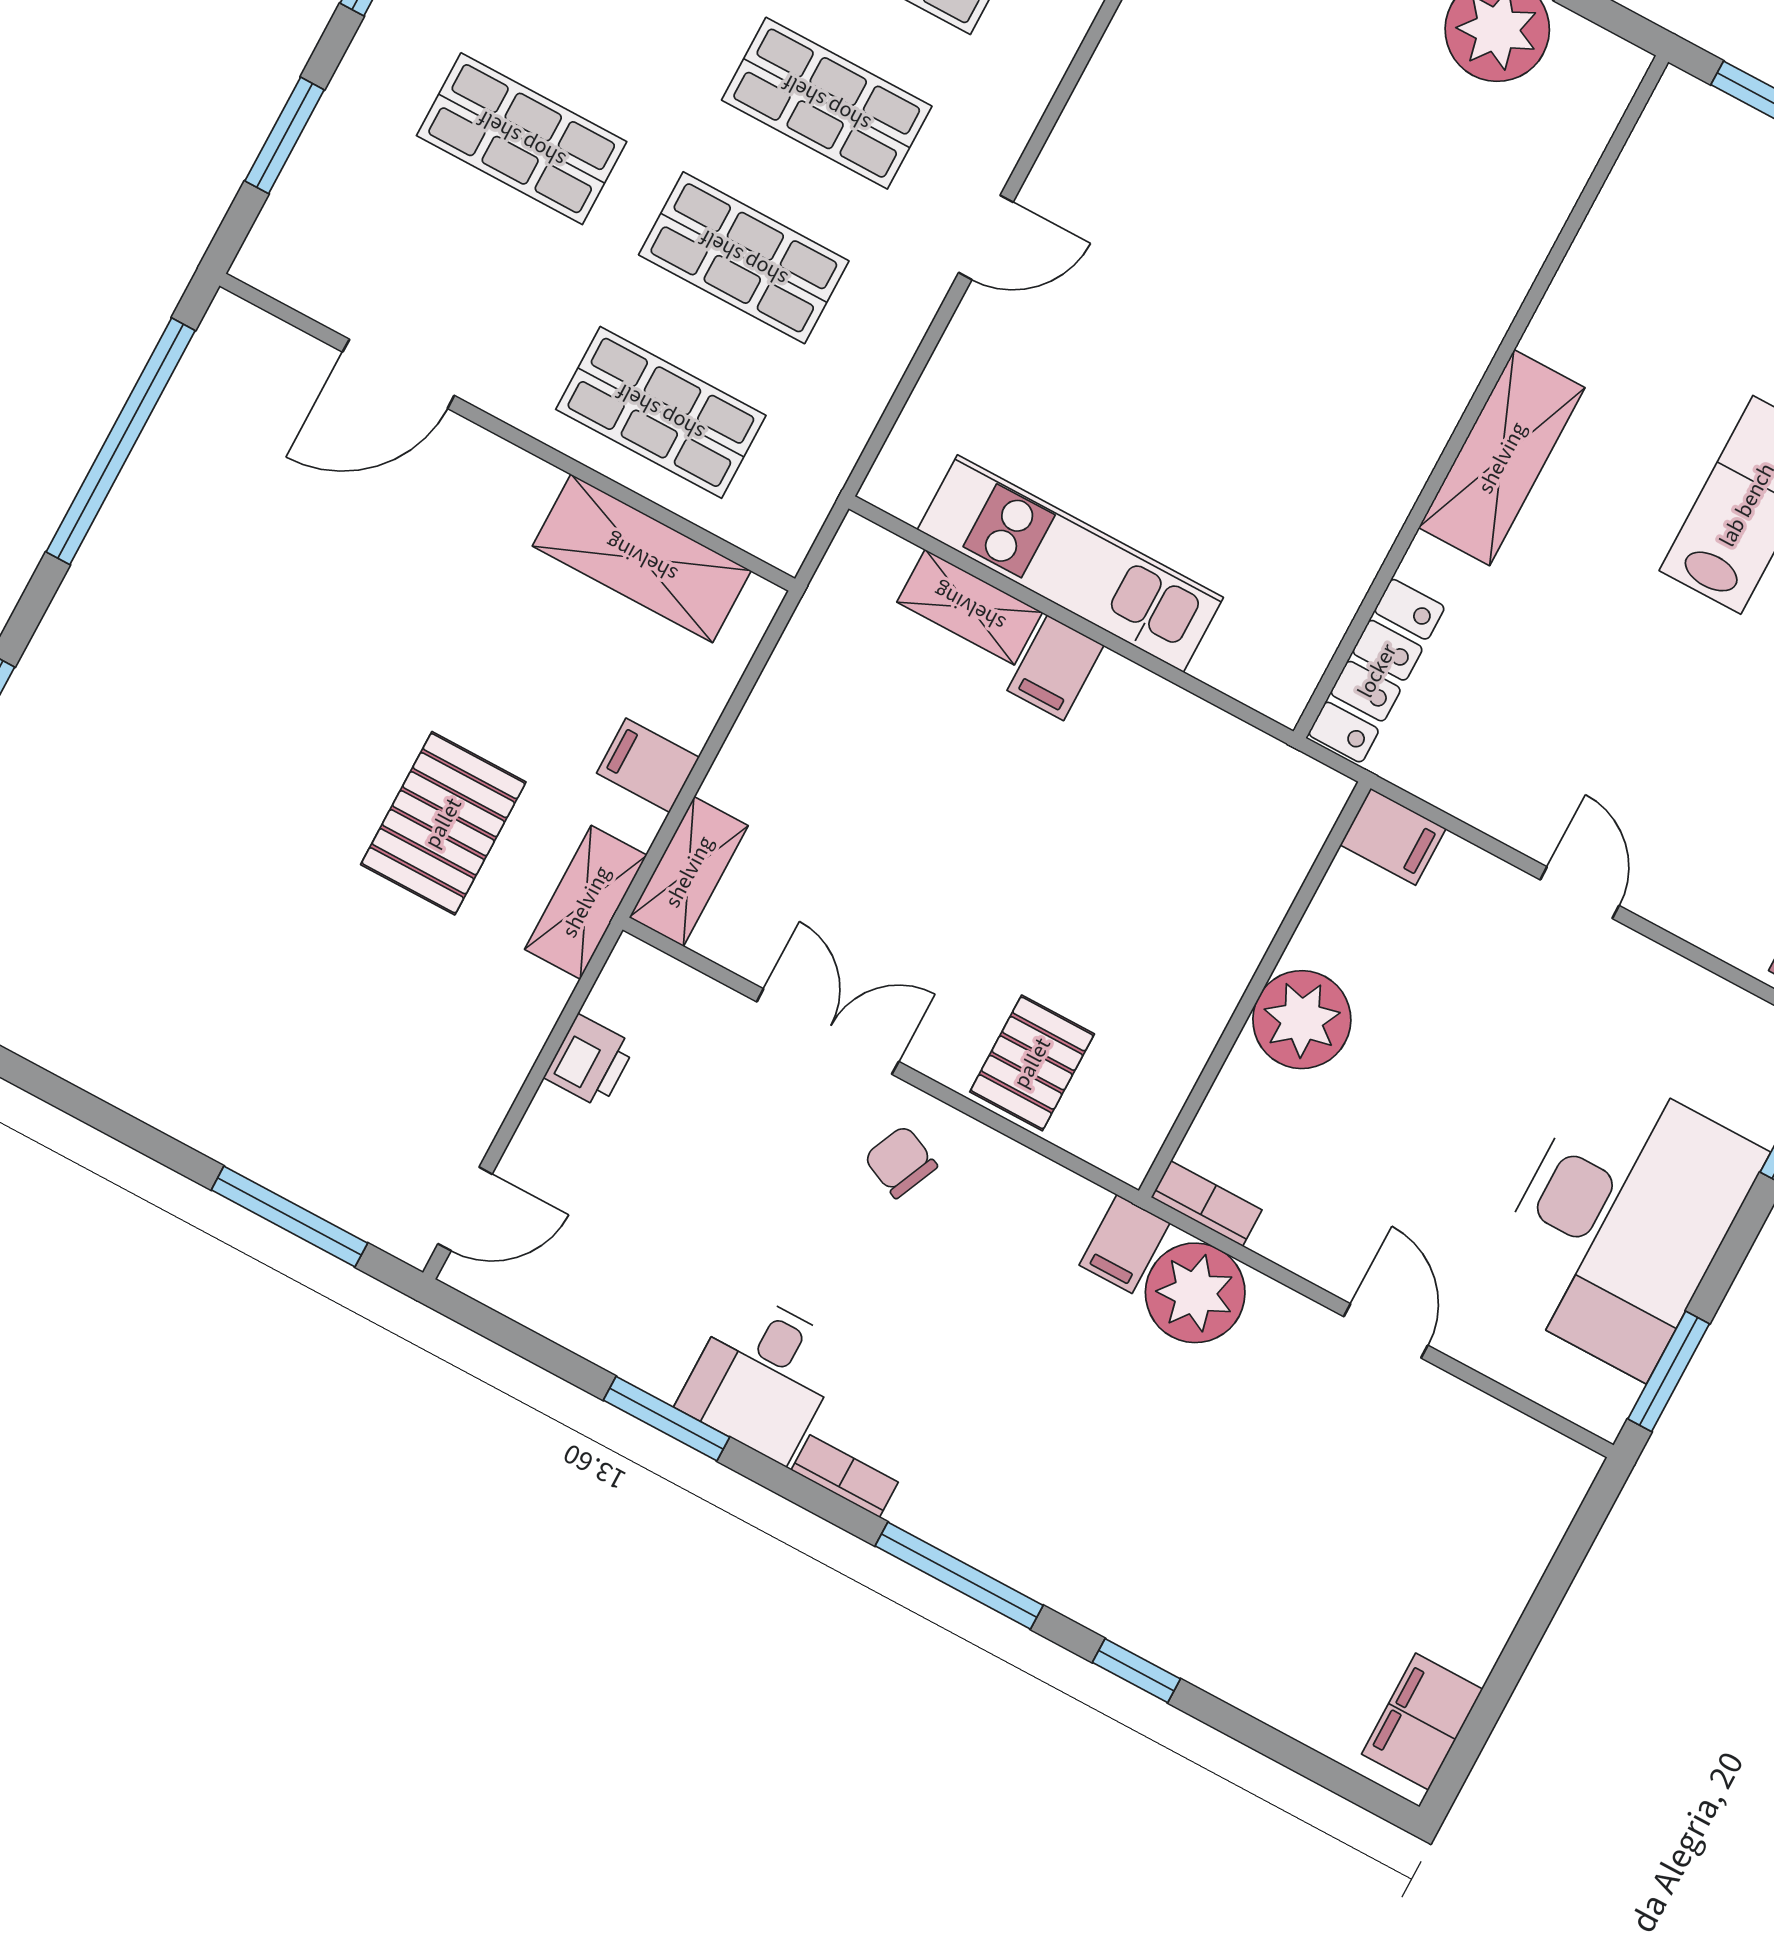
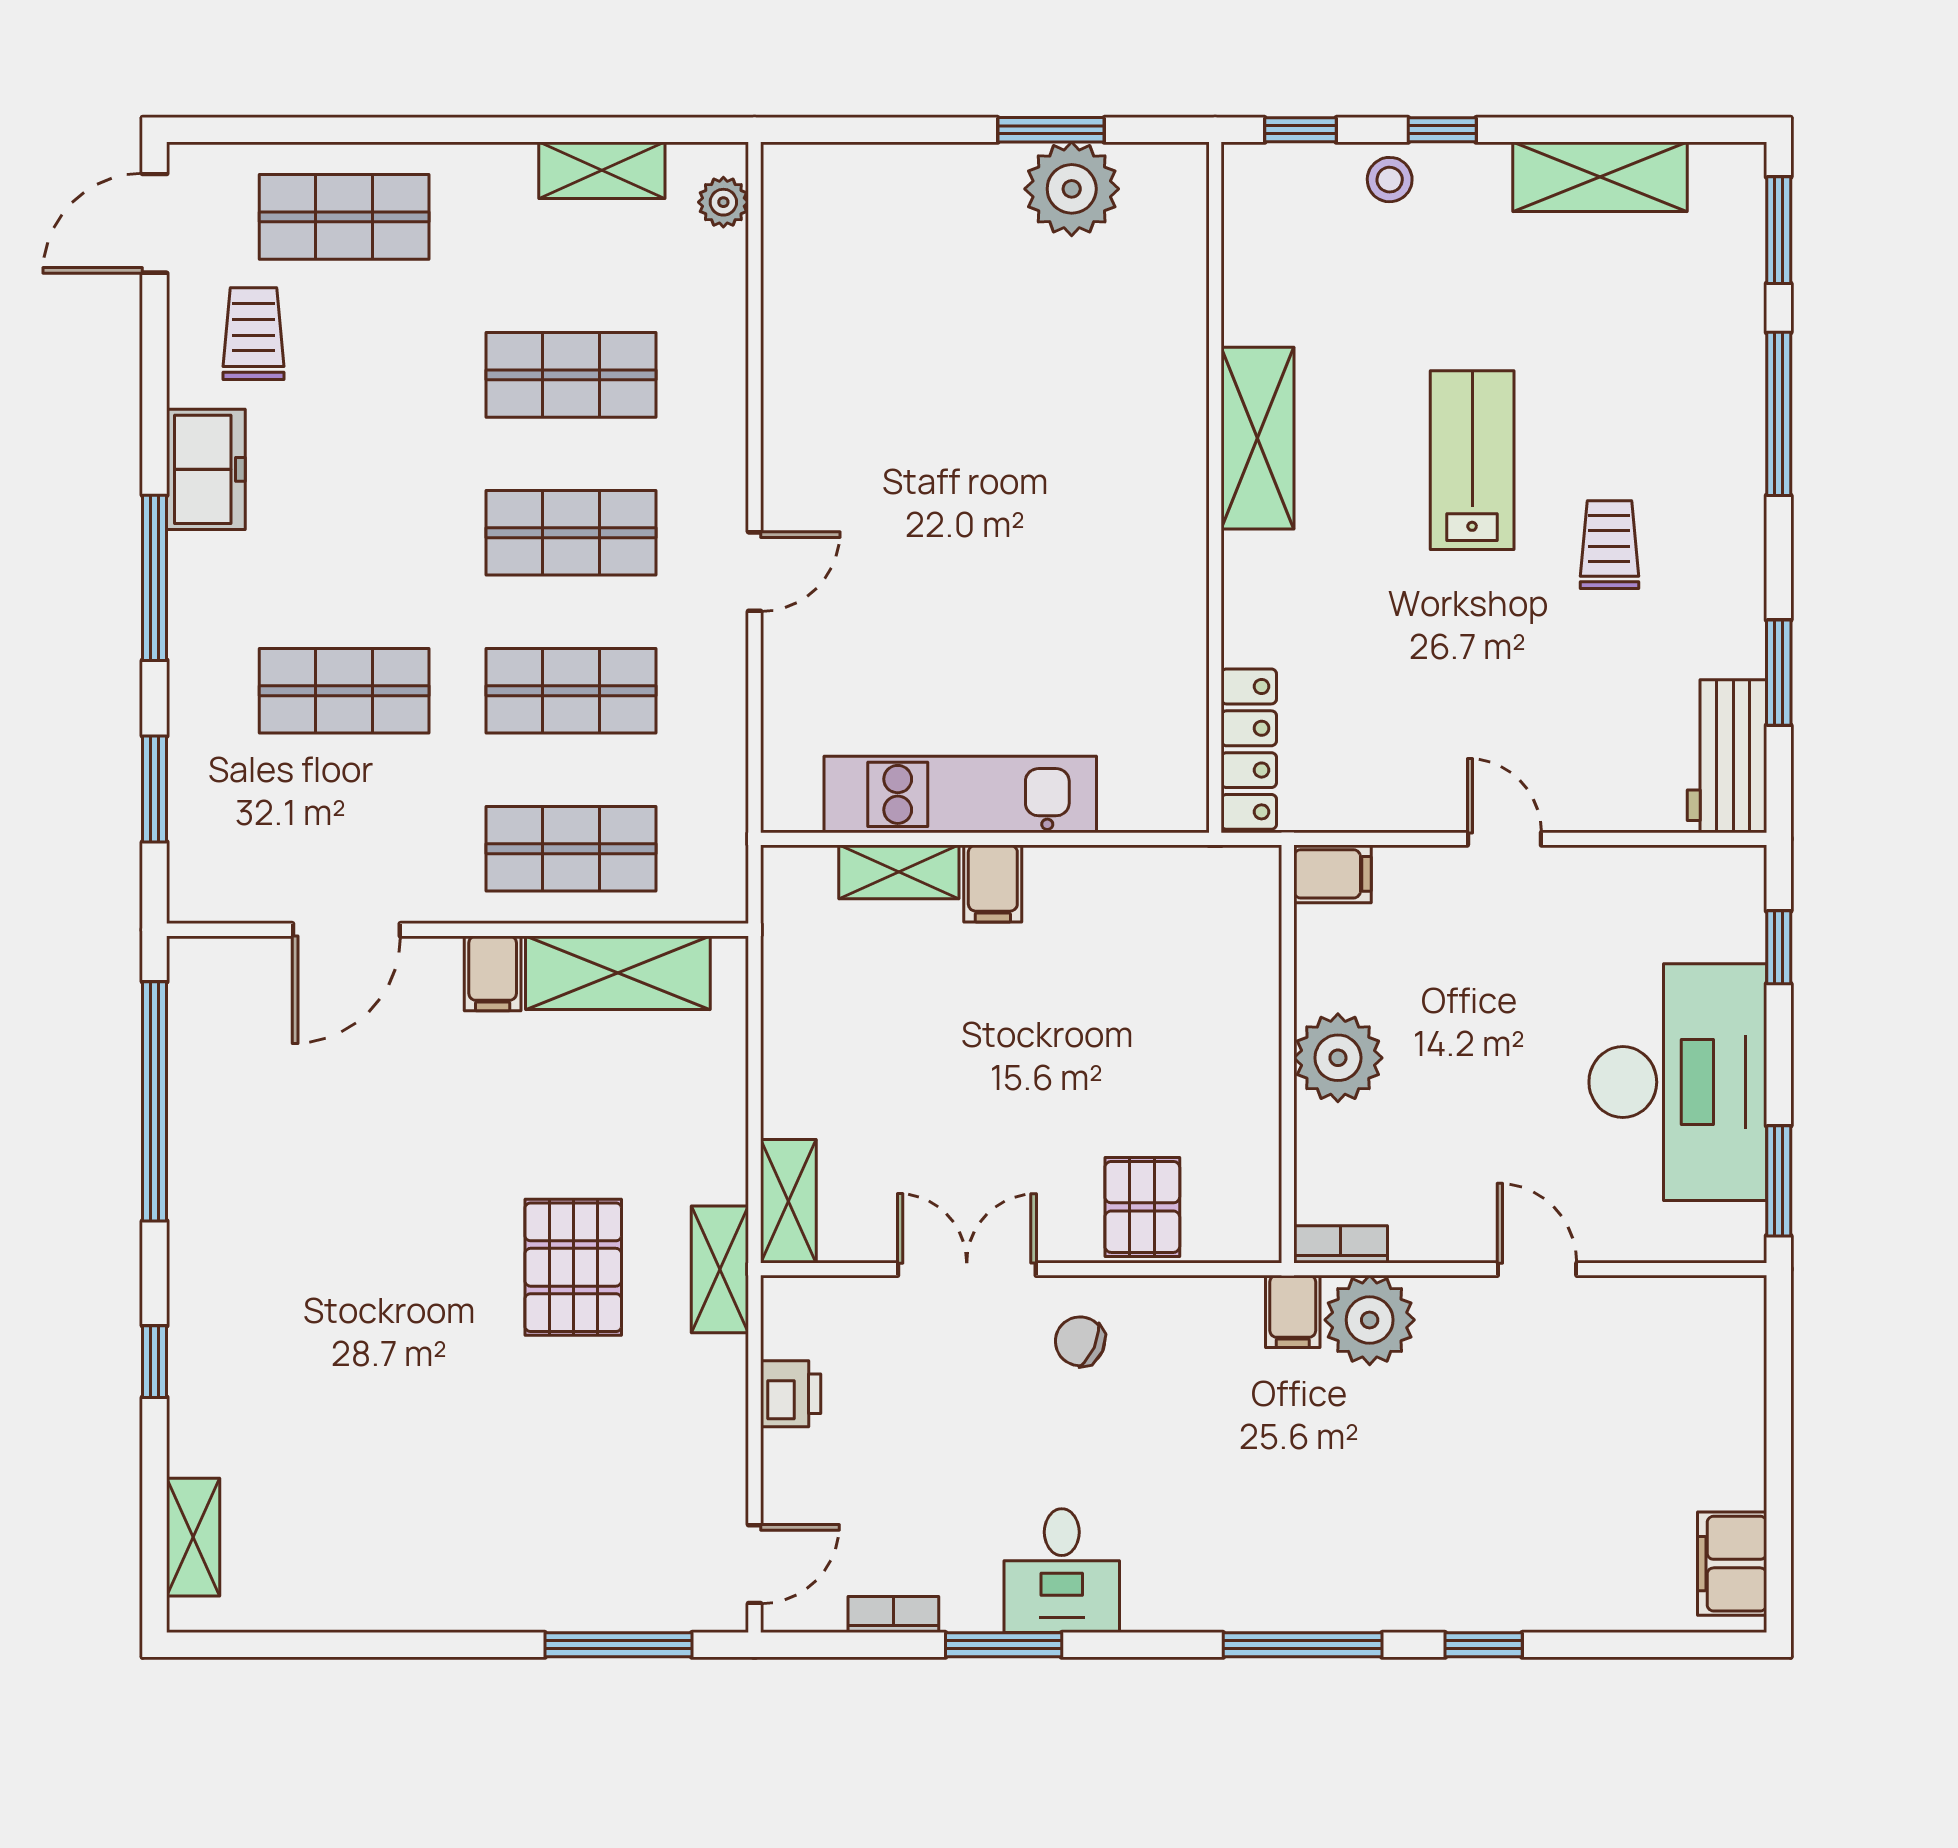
shelving: (1502, 458) -> (1258, 438), moved
filing cabinet: (648, 765) -> (493, 973), moved, turned -90
bookcase: (845, 1476) -> (893, 1615), moved

